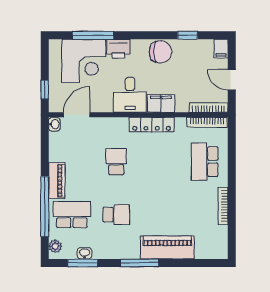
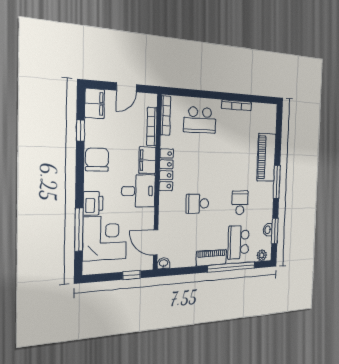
filing cabinet: (221, 49) -> (95, 103), width x2.00
bookcase: (209, 108) -> (152, 127), moved

